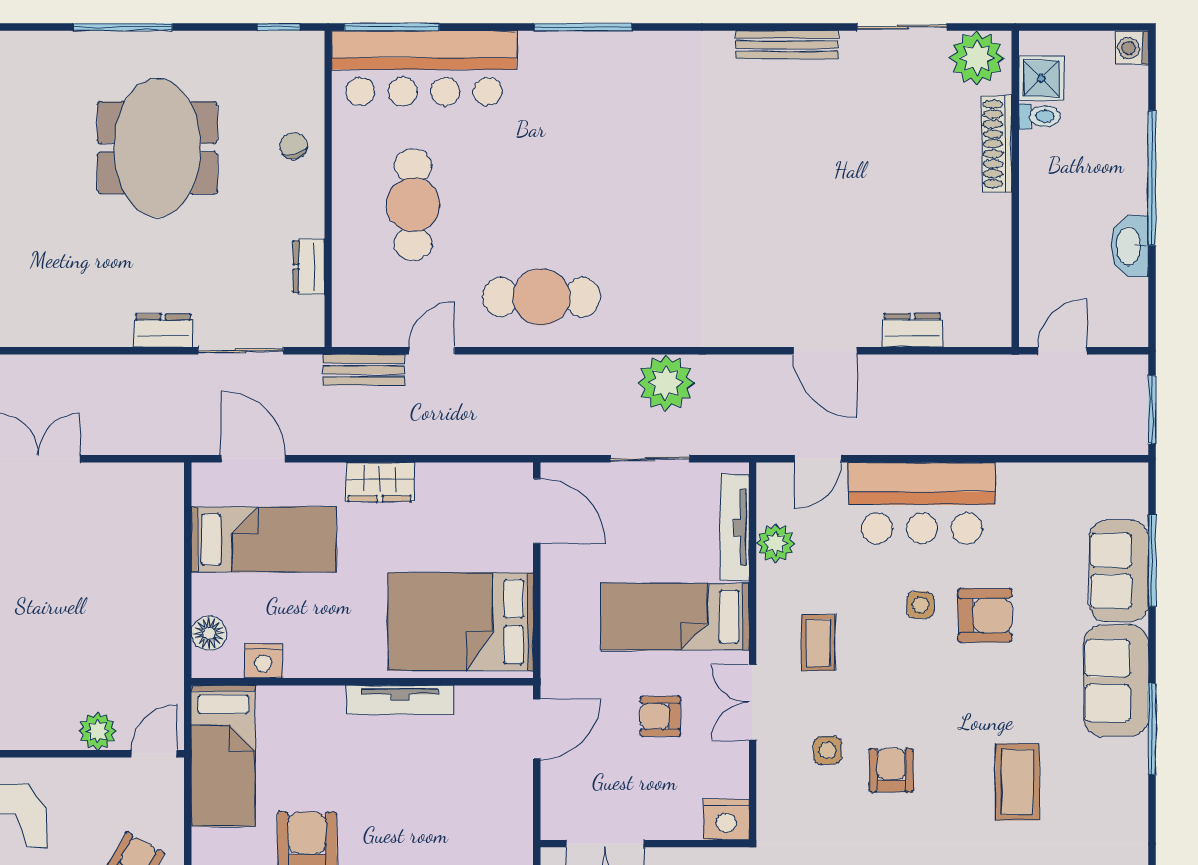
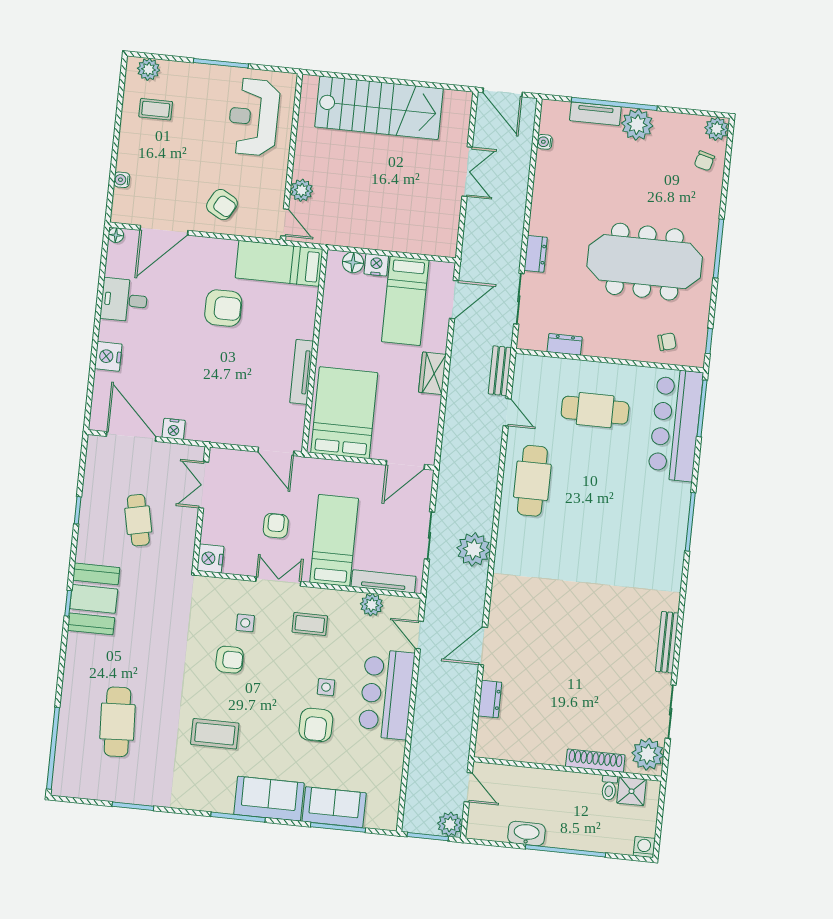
chair: (293, 146) -> (667, 342), moved
meeting table: (157, 148) -> (645, 262), width x1.36
plant: (1127, 375) -> (450, 824), added
nightstand: (263, 661) -> (376, 265), moved, turned 90

